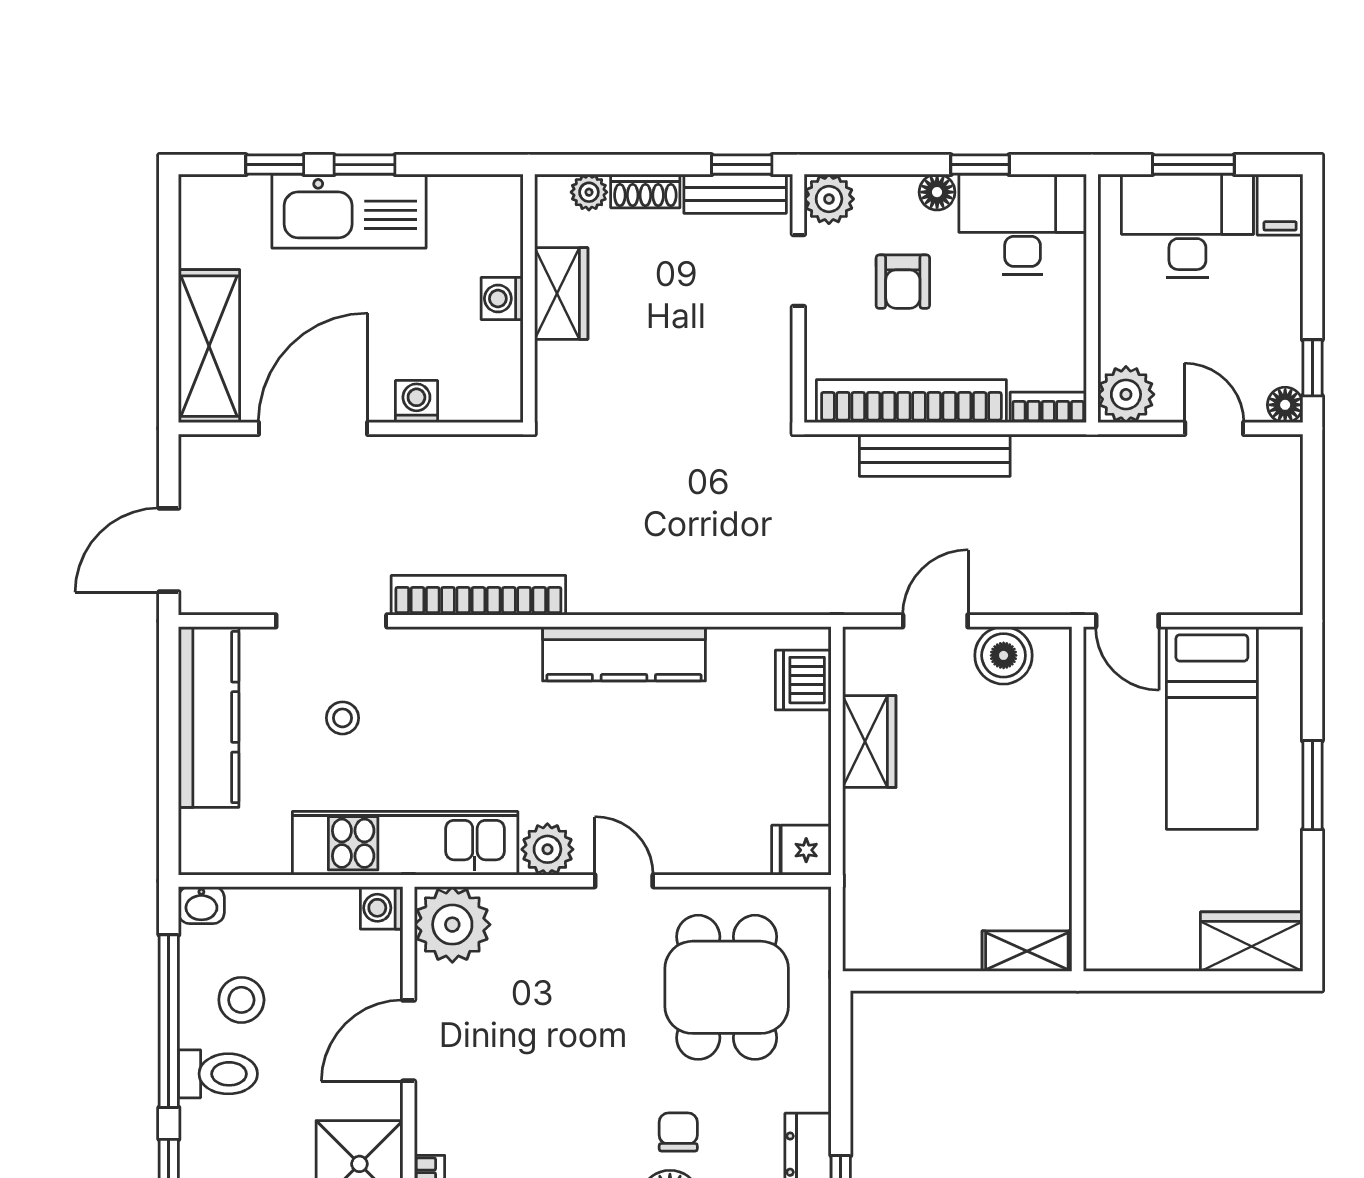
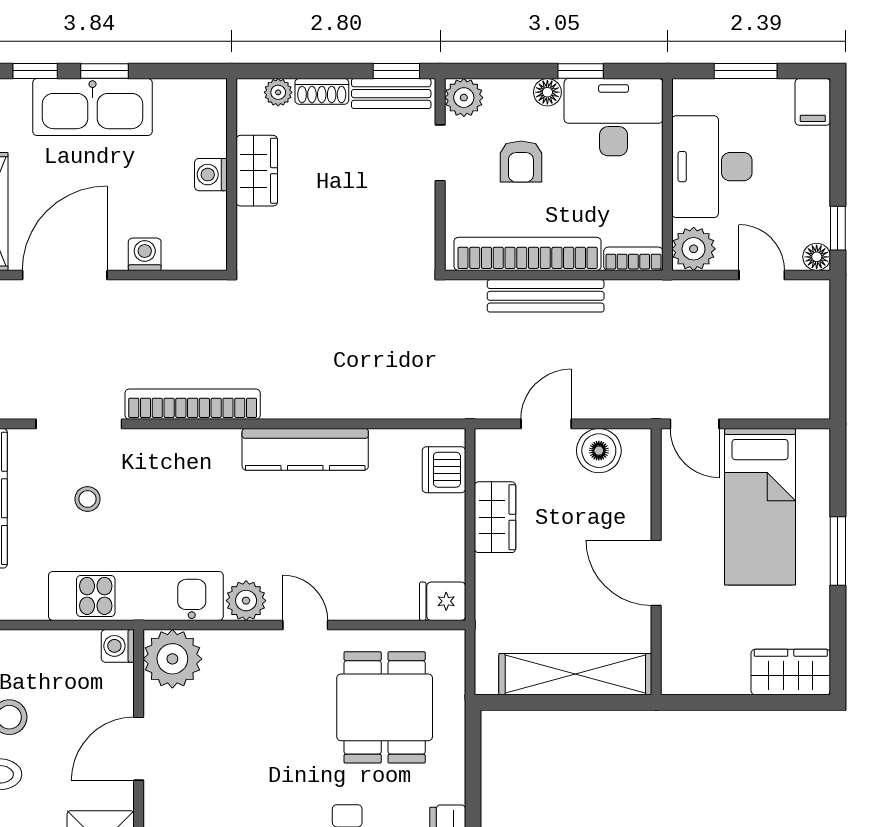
desk: (1187, 226) -> (712, 167), moved, turned -90
door: (1078, 813) -> (656, 573), added
shelving: (1027, 951) -> (575, 674), width x2.20, depth x1.33

